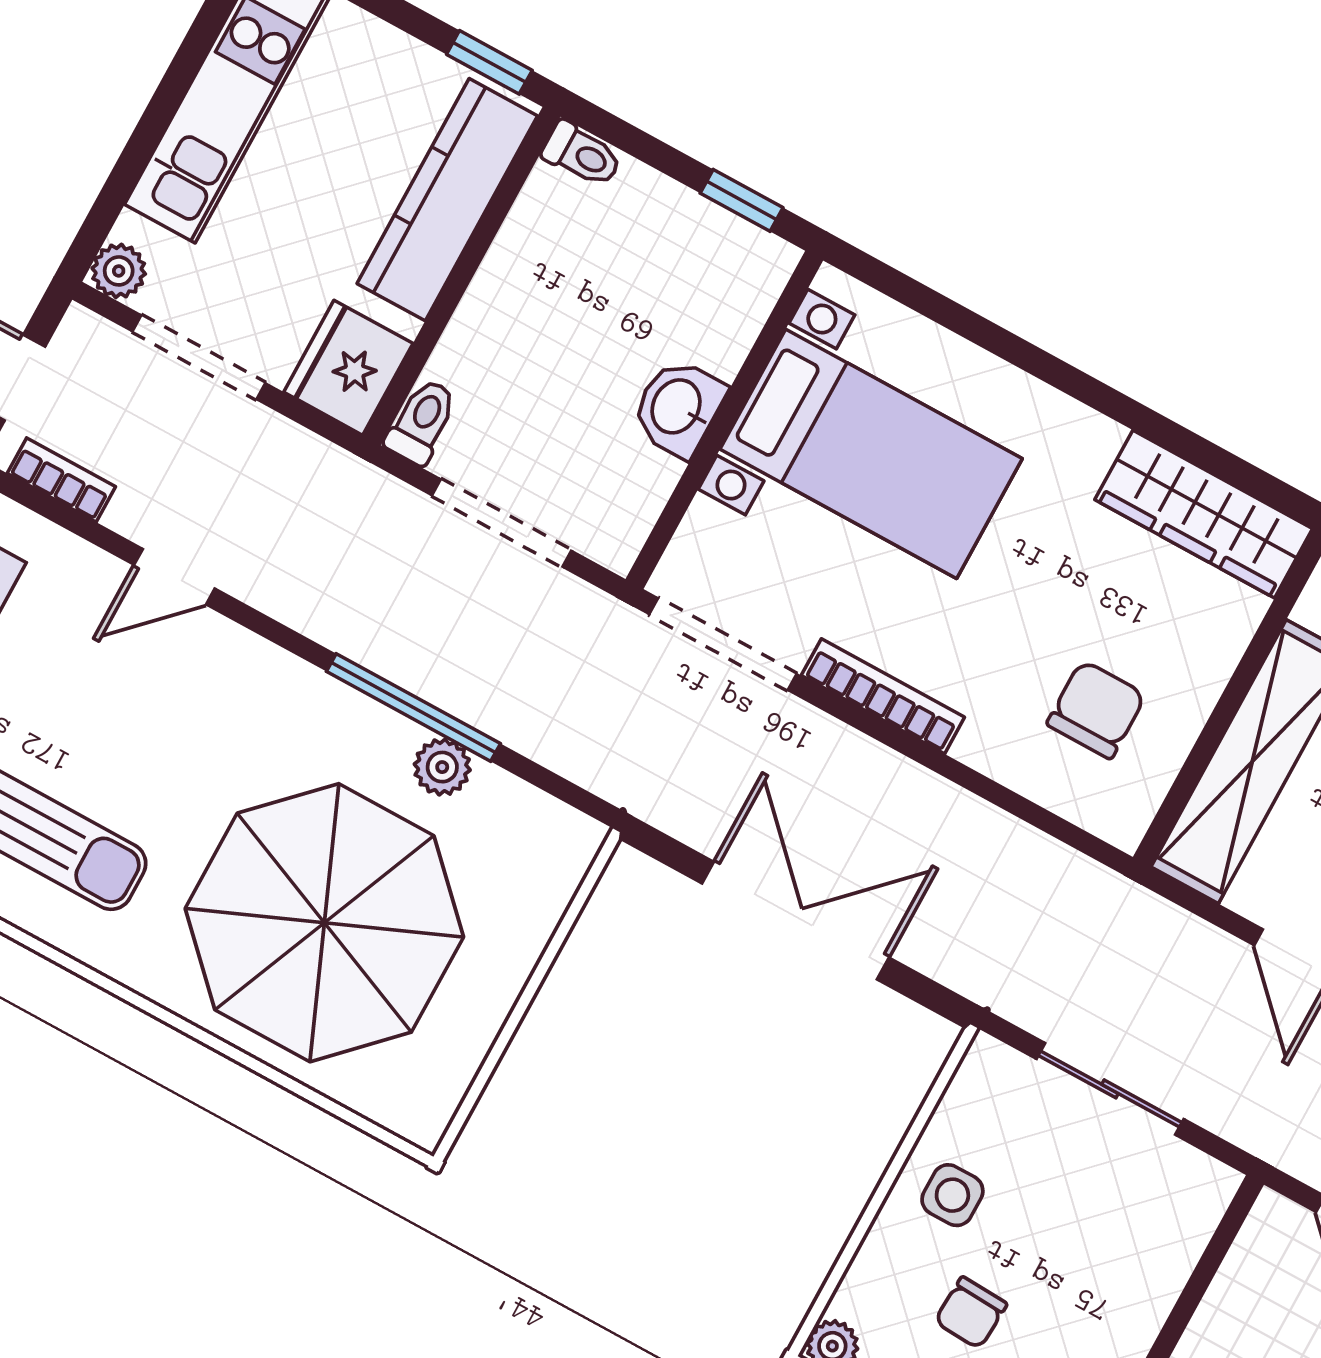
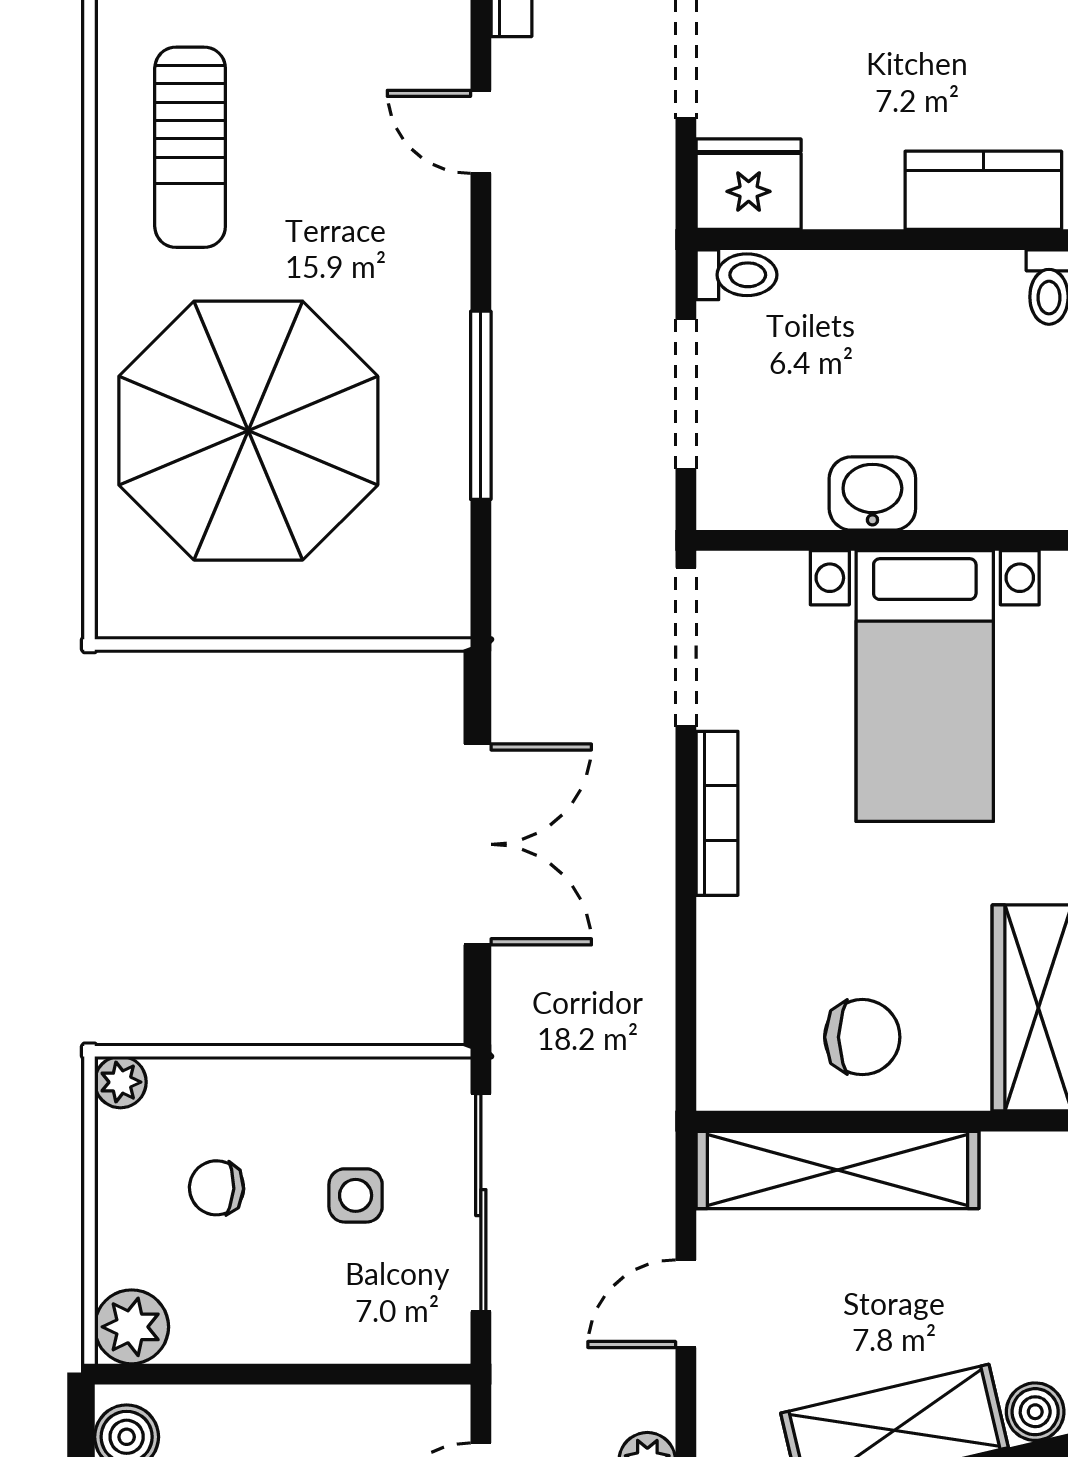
kitchen counter: (447, 200) -> (983, 190), width x0.67
chair: (1096, 709) -> (862, 1037), moved
plant: (442, 767) -> (442, 459), removed
sliding door: (1110, 1089) -> (481, 1203), width x1.37
side table: (952, 1195) -> (356, 1195), moved

